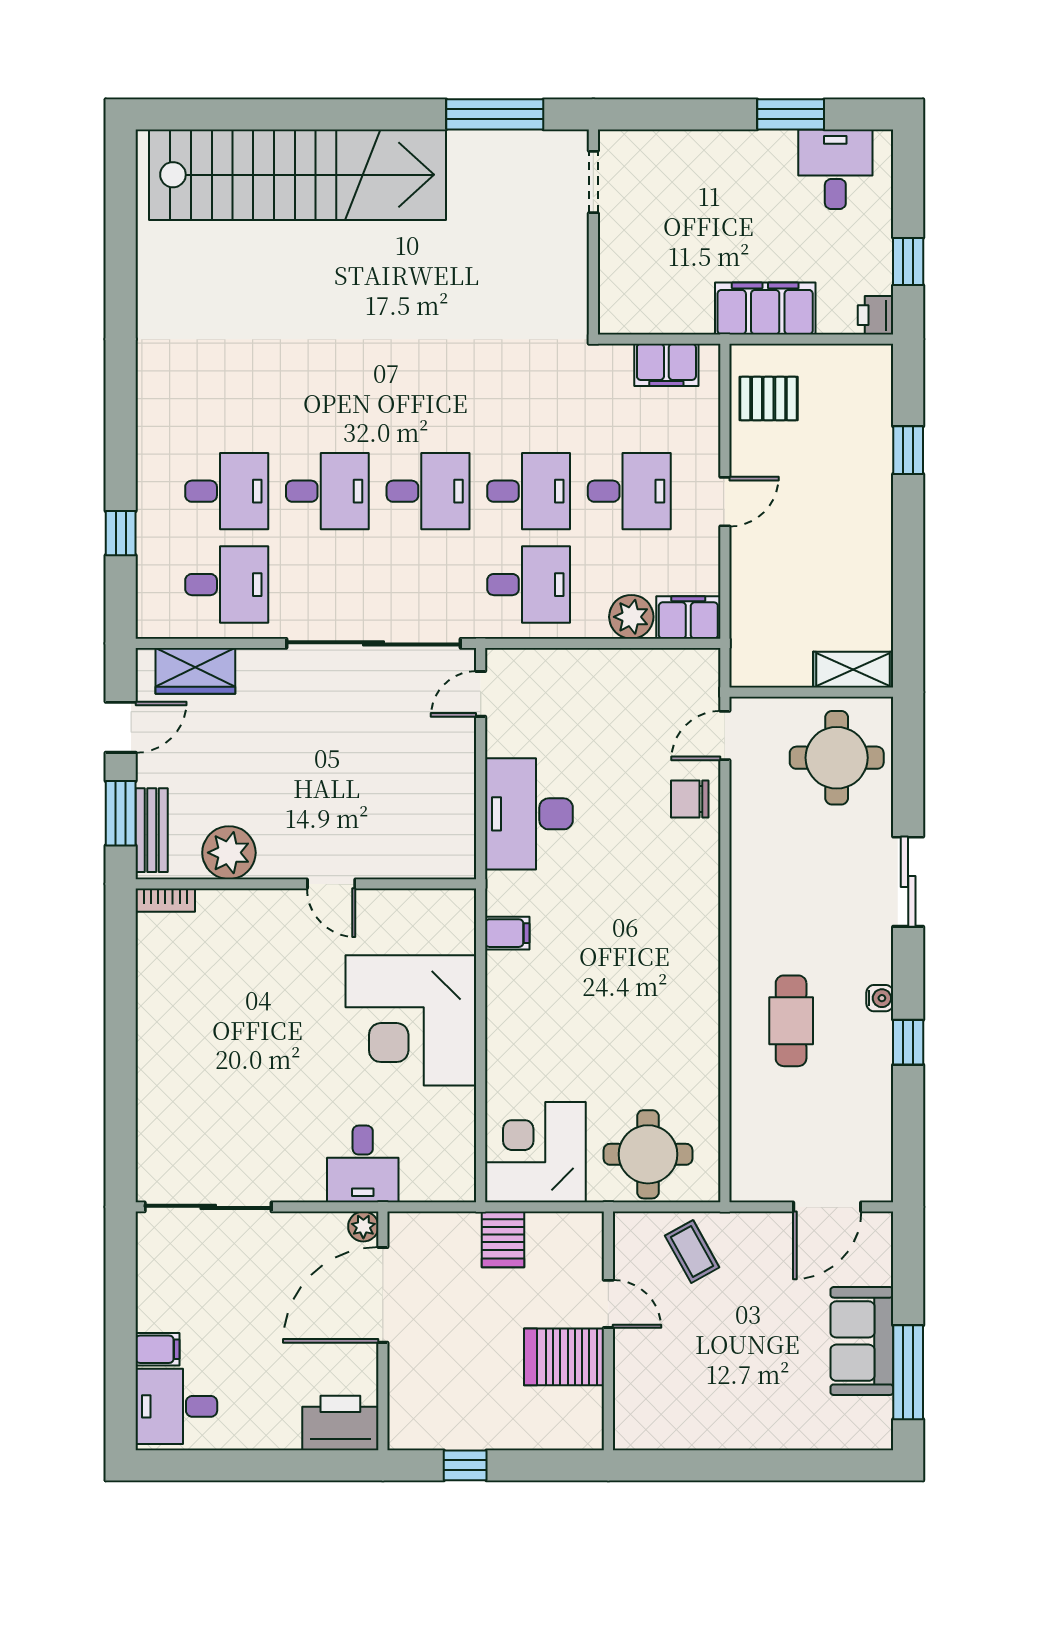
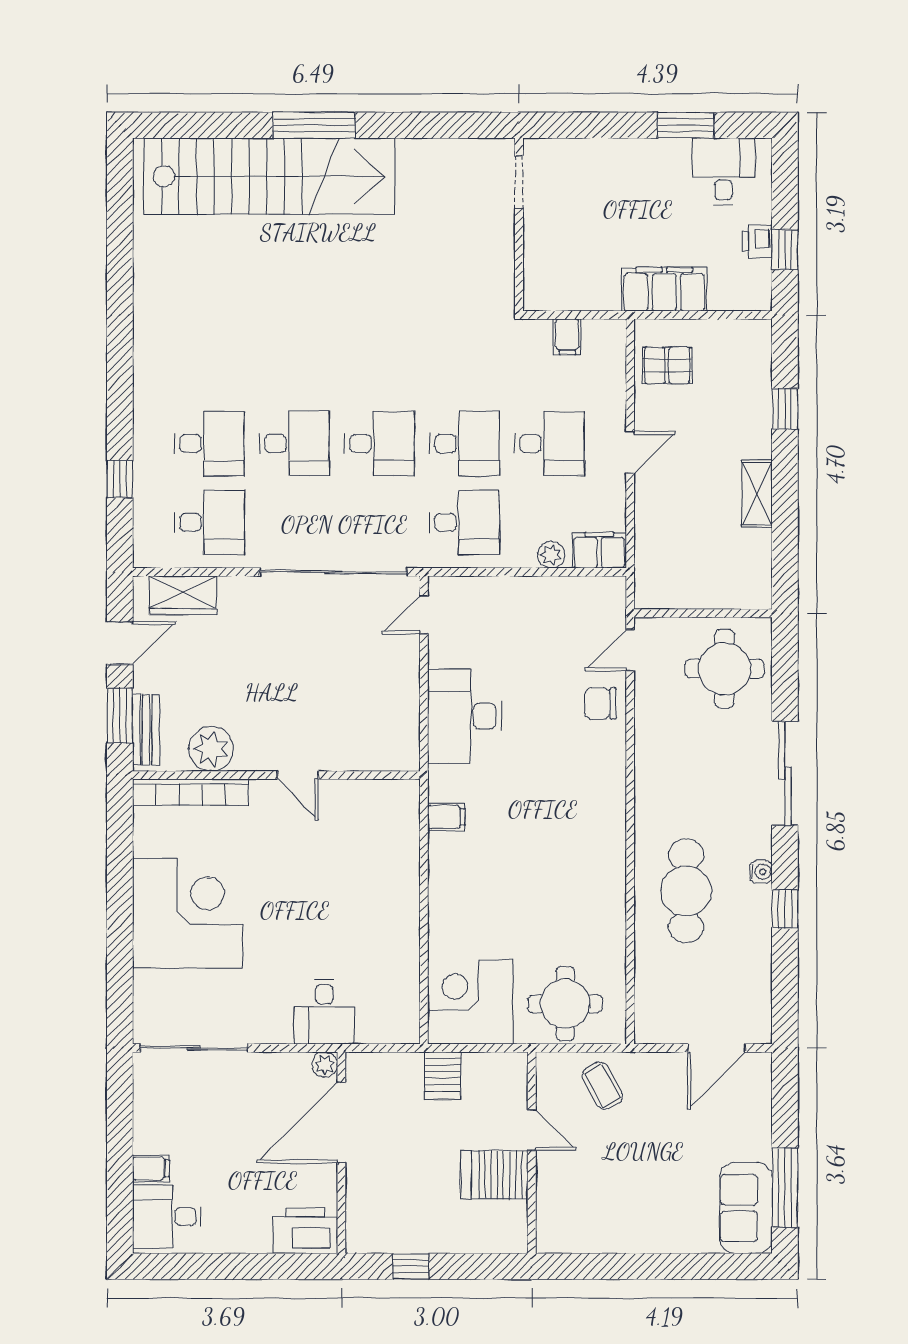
window: (495, 114) -> (314, 125), moved
printer: (876, 315) -> (757, 241), moved
filing cabinet: (666, 365) -> (567, 337), width x0.50
plant: (631, 617) -> (551, 555), width x0.73, depth x0.73
shelving: (853, 670) -> (757, 494), moved, turned 90
sliding door: (908, 882) -> (785, 773), width x1.37
bookcase: (165, 900) -> (190, 792), width x2.31, depth x1.31
corner desk: (411, 1020) -> (188, 913), moved, turned 180
cafe table: (791, 1021) -> (686, 891), width x1.37, depth x1.35
sofa: (862, 1341) -> (746, 1208), moved

